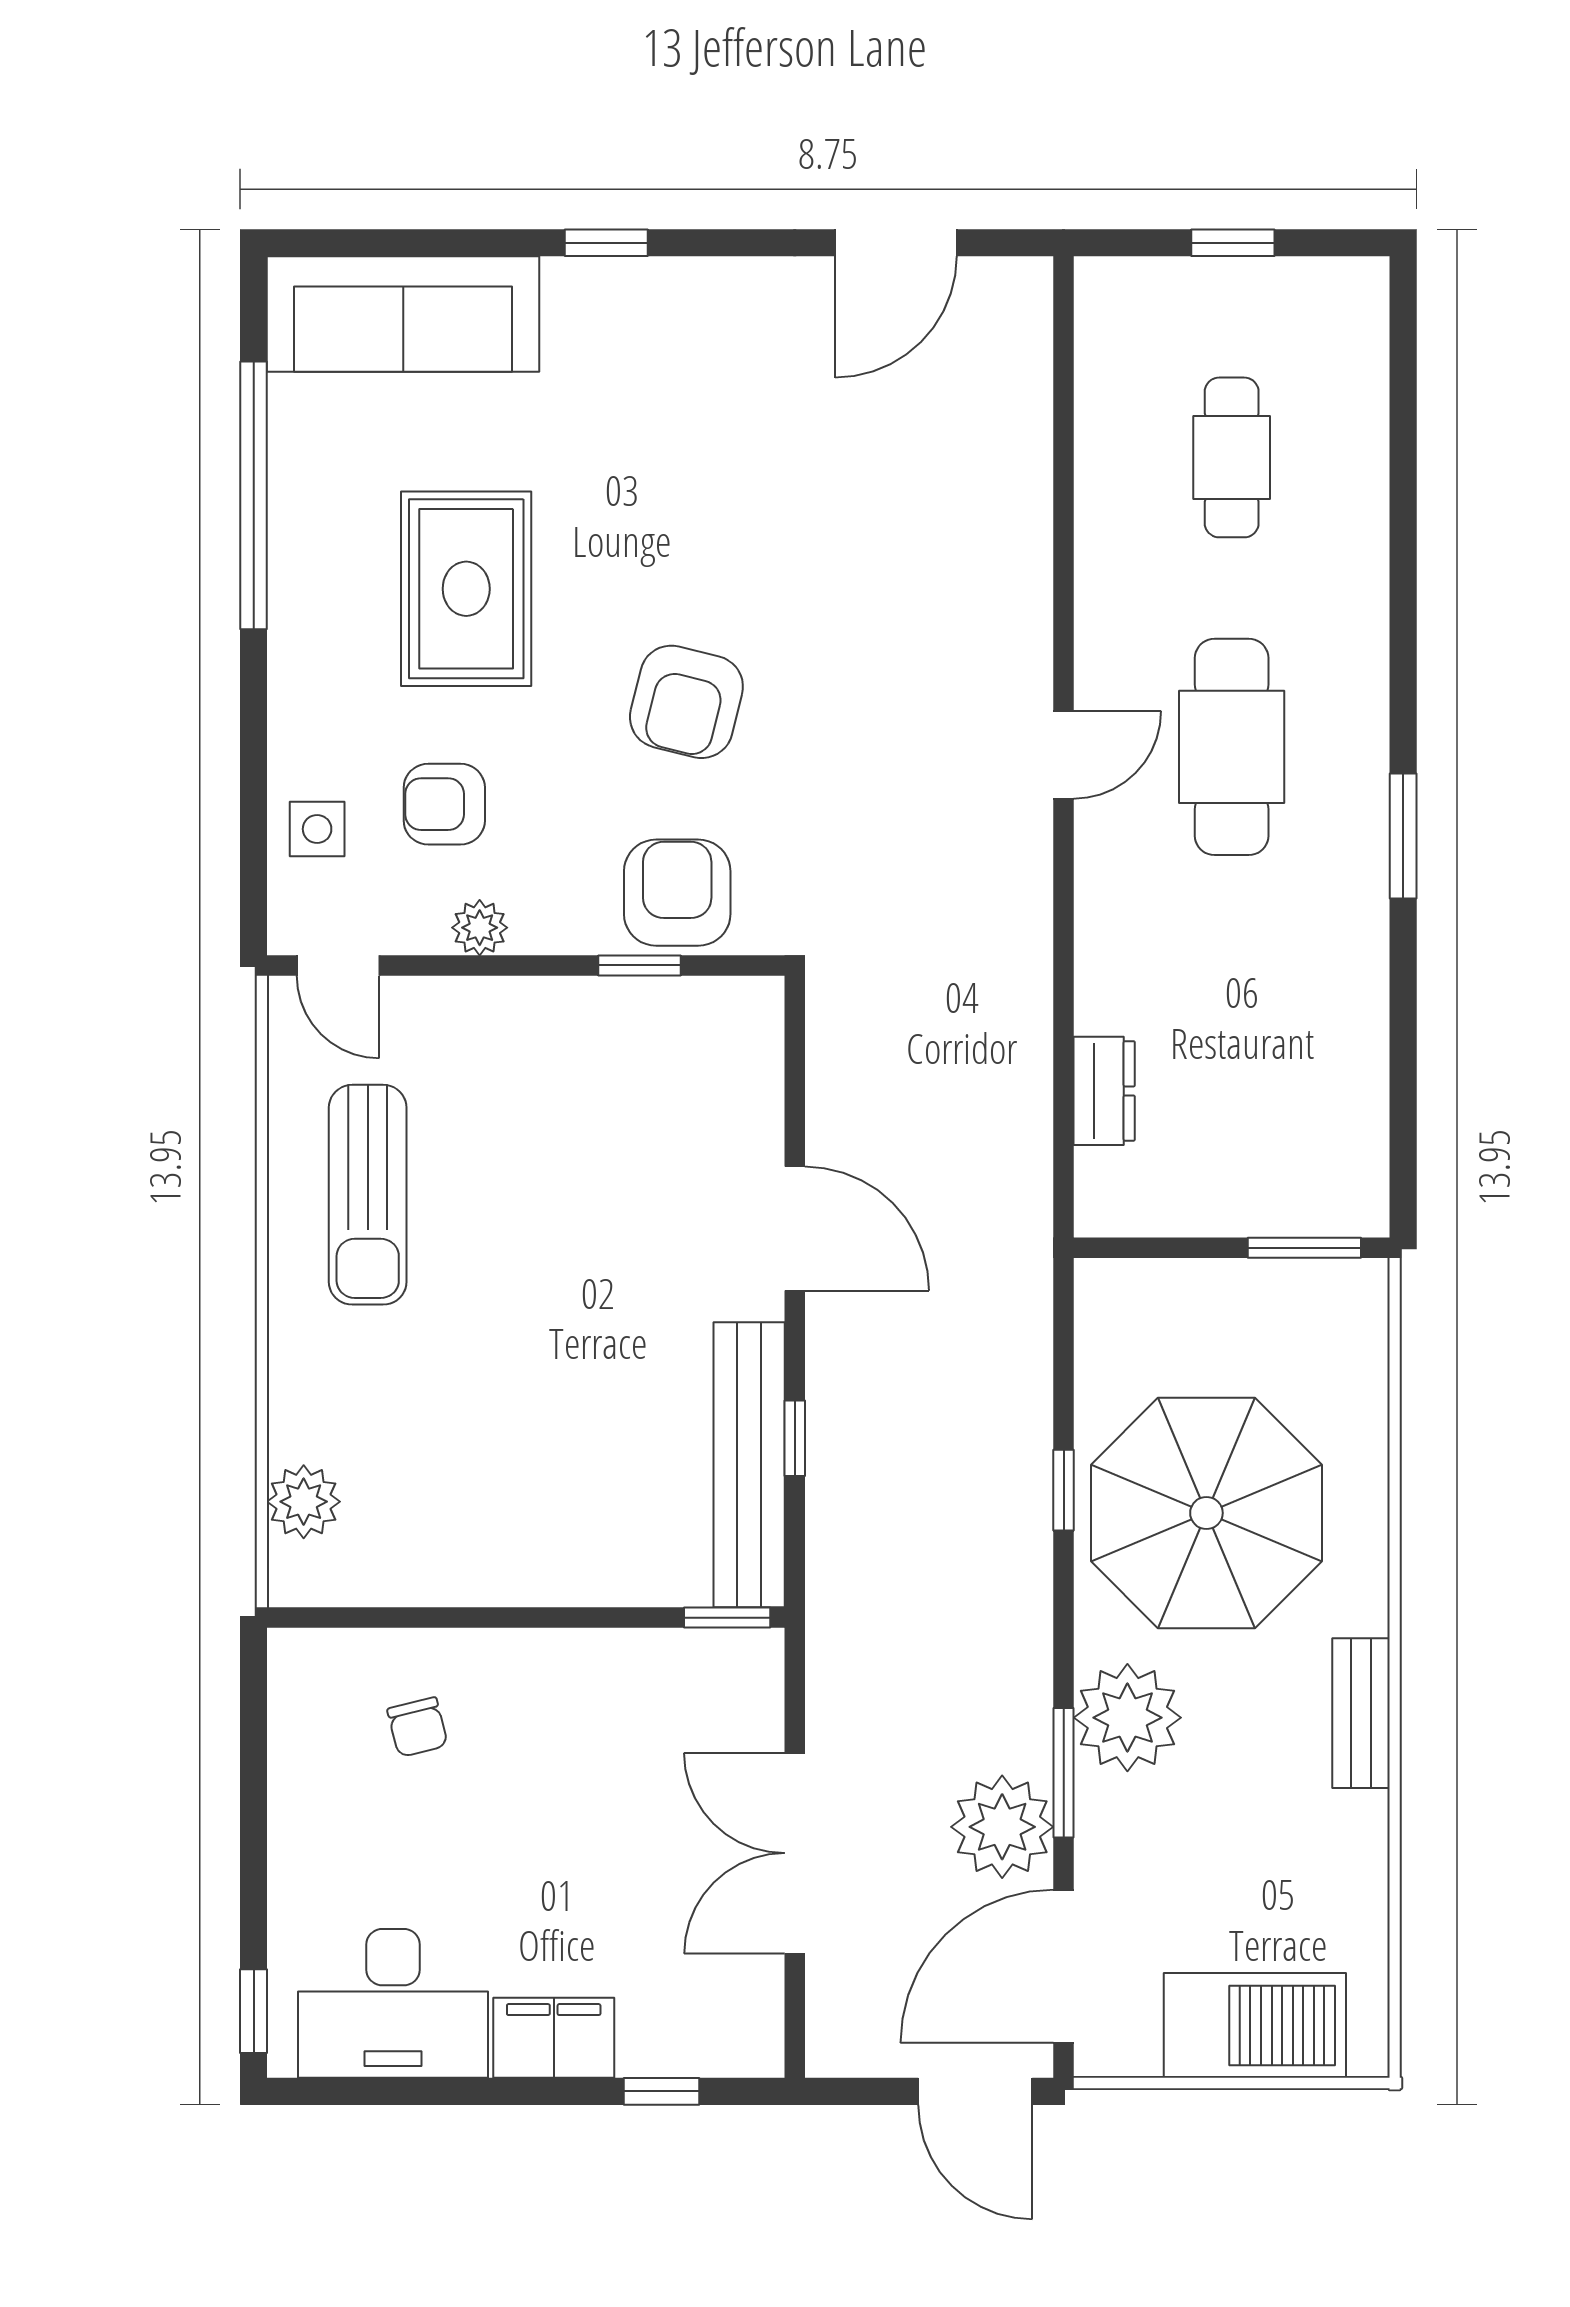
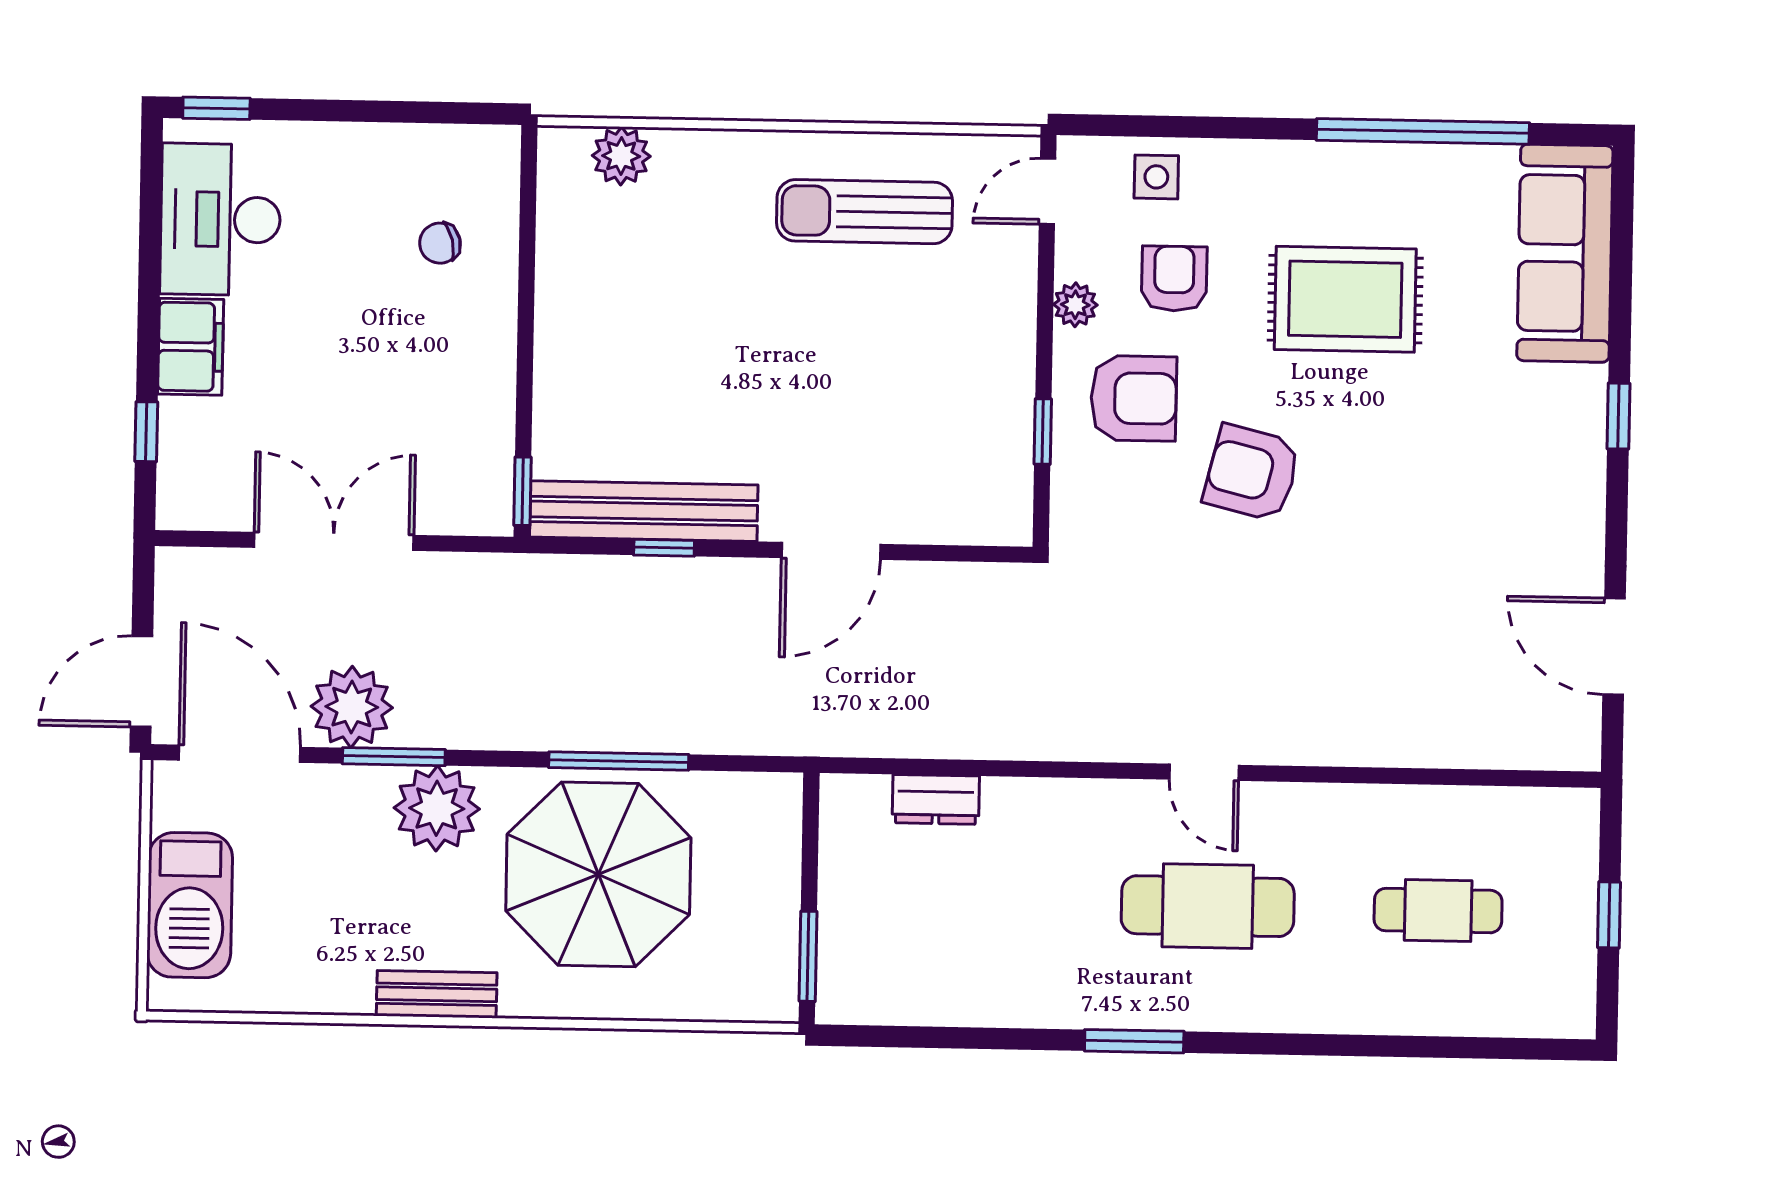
armchair: (677, 893) -> (1134, 398), moved
window: (1064, 1490) -> (619, 761), width x2.17

